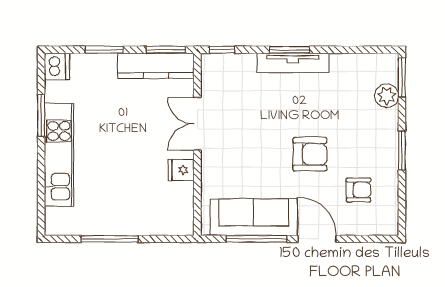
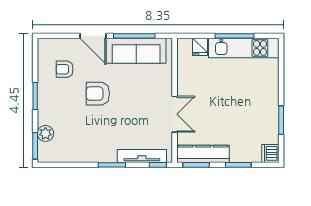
tv unit: (293, 63) -> (142, 156), moved
kitchen unit: (59, 155) -> (244, 48), moved, turned -90
fridge: (181, 170) -> (200, 47), moved, turned 90

